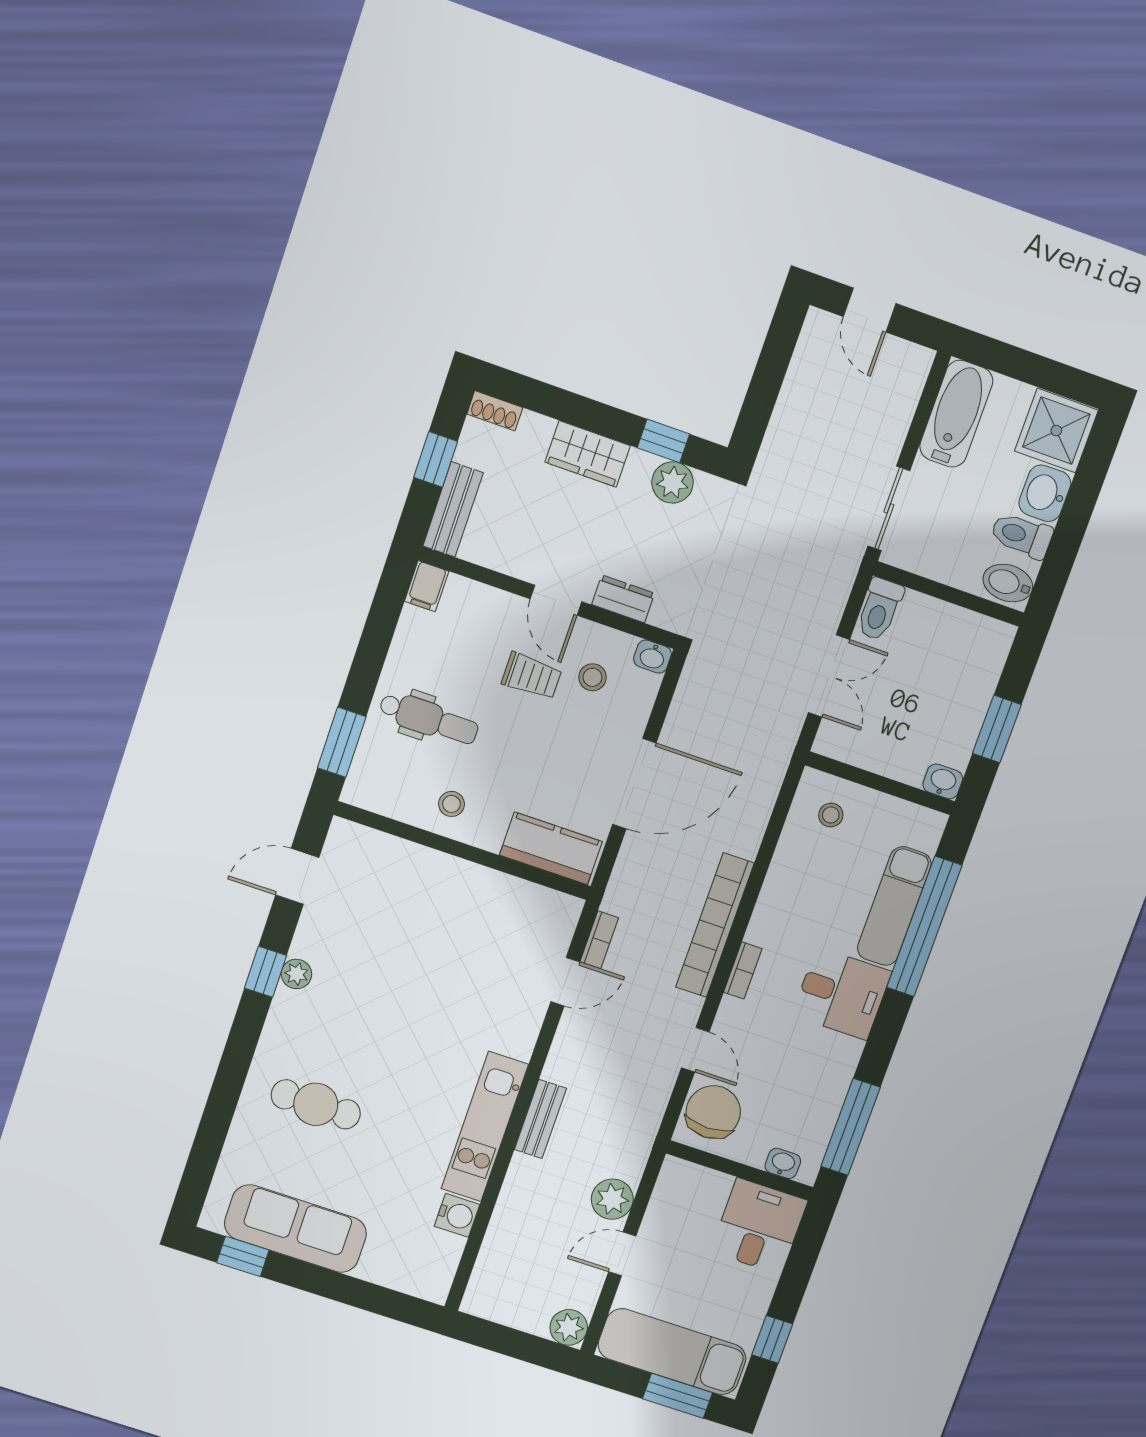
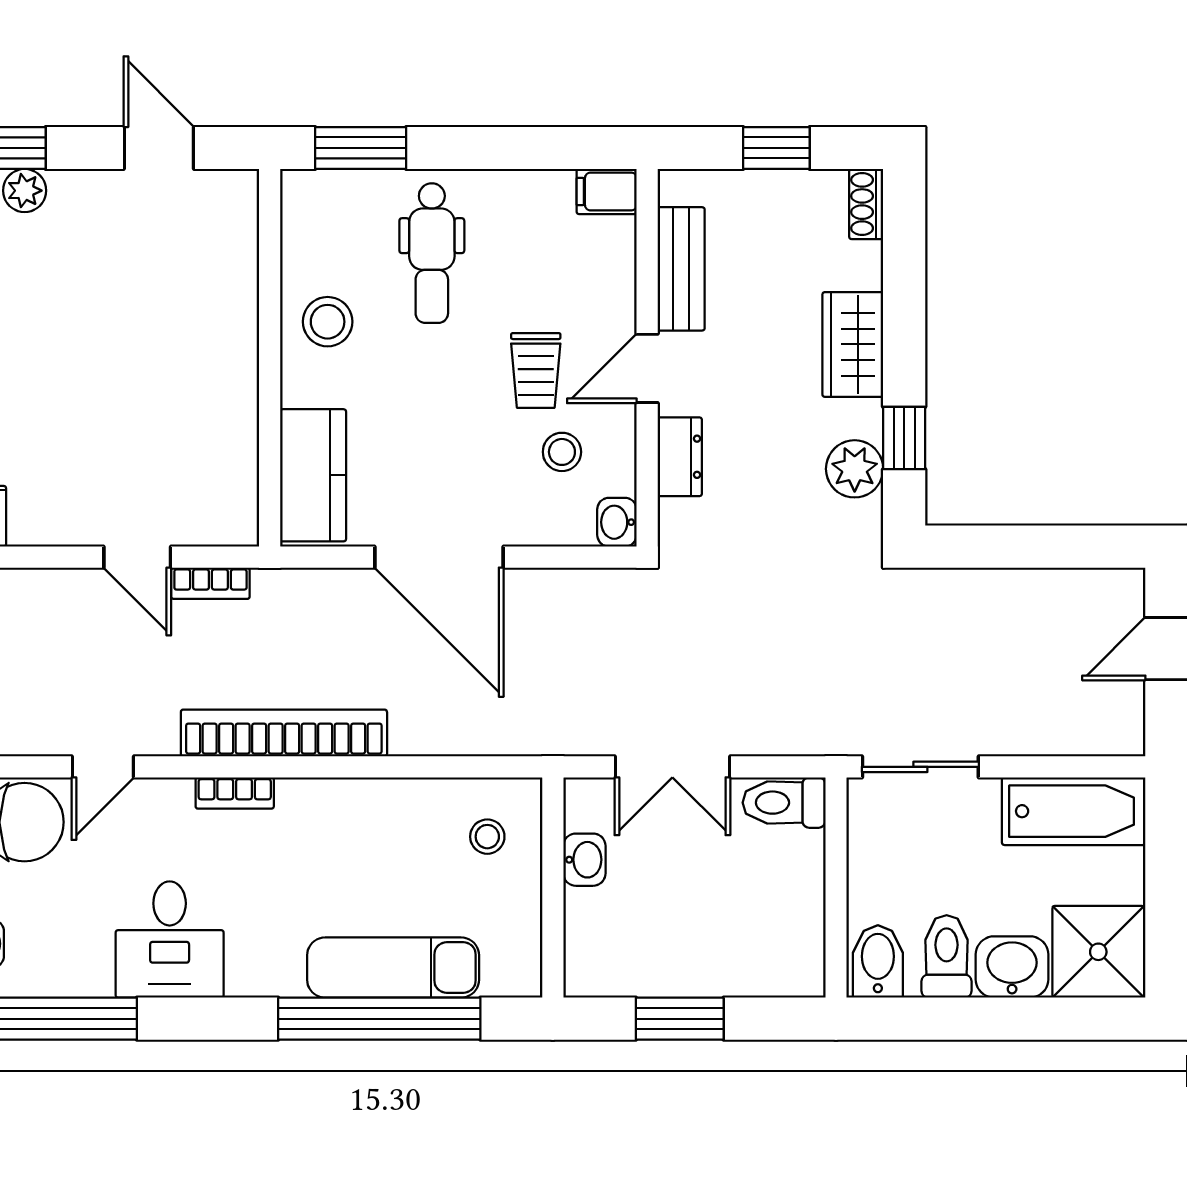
bench: (453, 509) -> (681, 269), moved, turned 90
washbasin: (943, 781) -> (584, 860), moved
stool: (451, 804) -> (328, 322), width x1.37, depth x1.37
desk: (842, 993) -> (170, 939), moved

